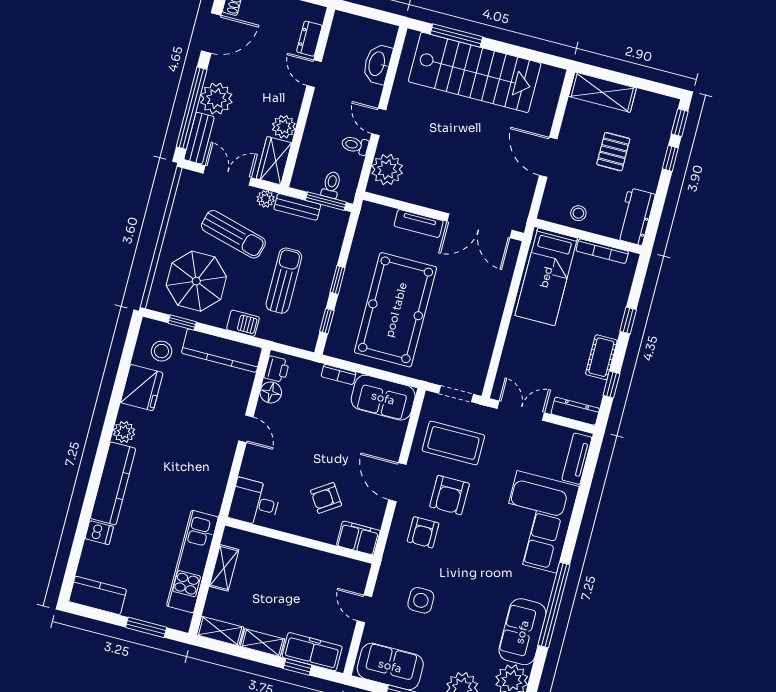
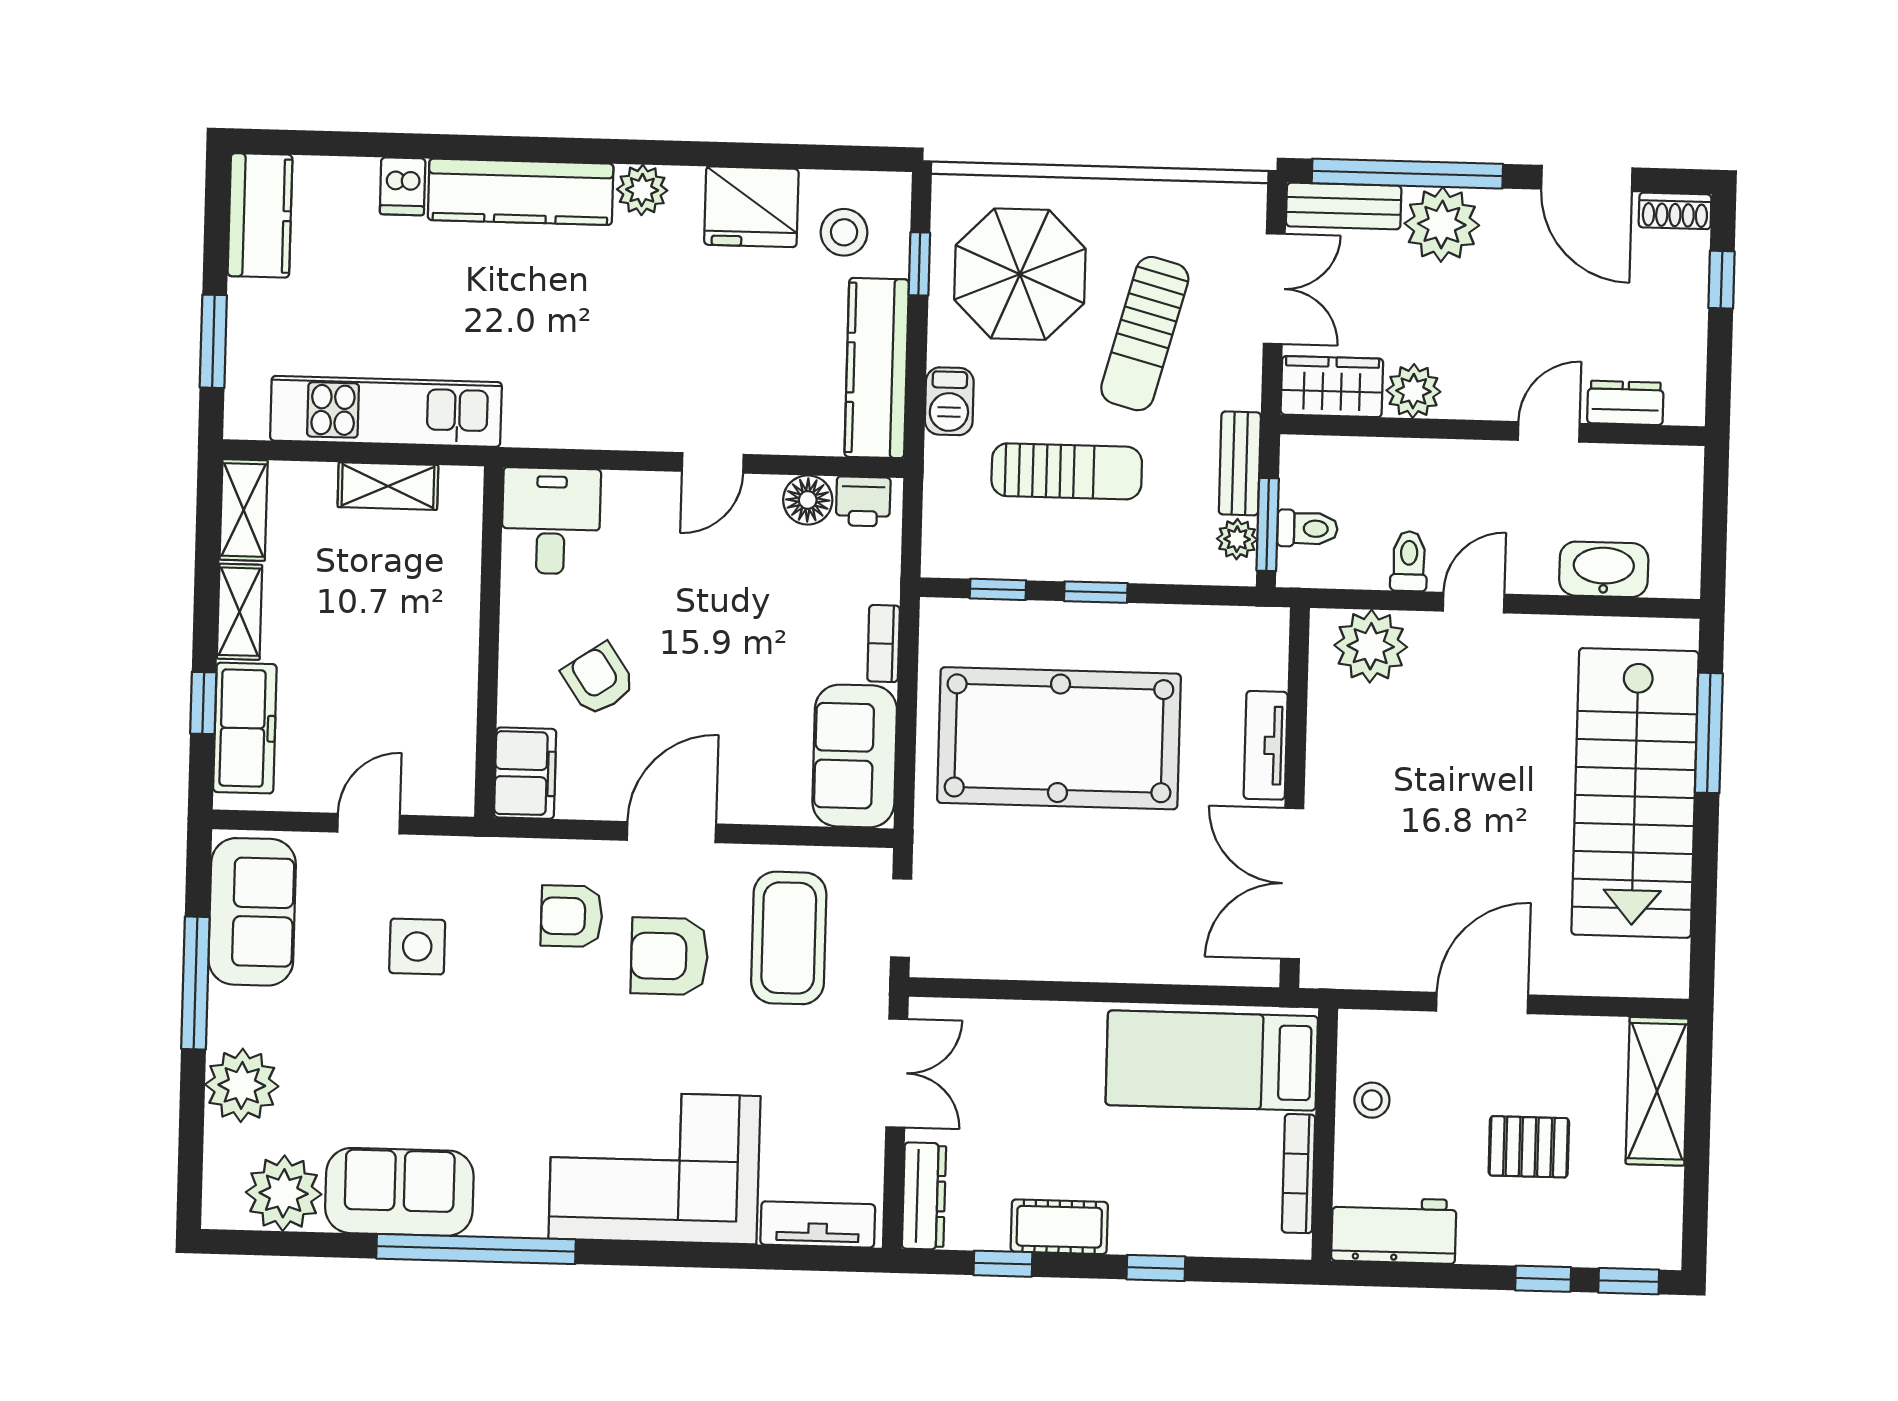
plant: (266, 199) -> (1237, 539), moved

